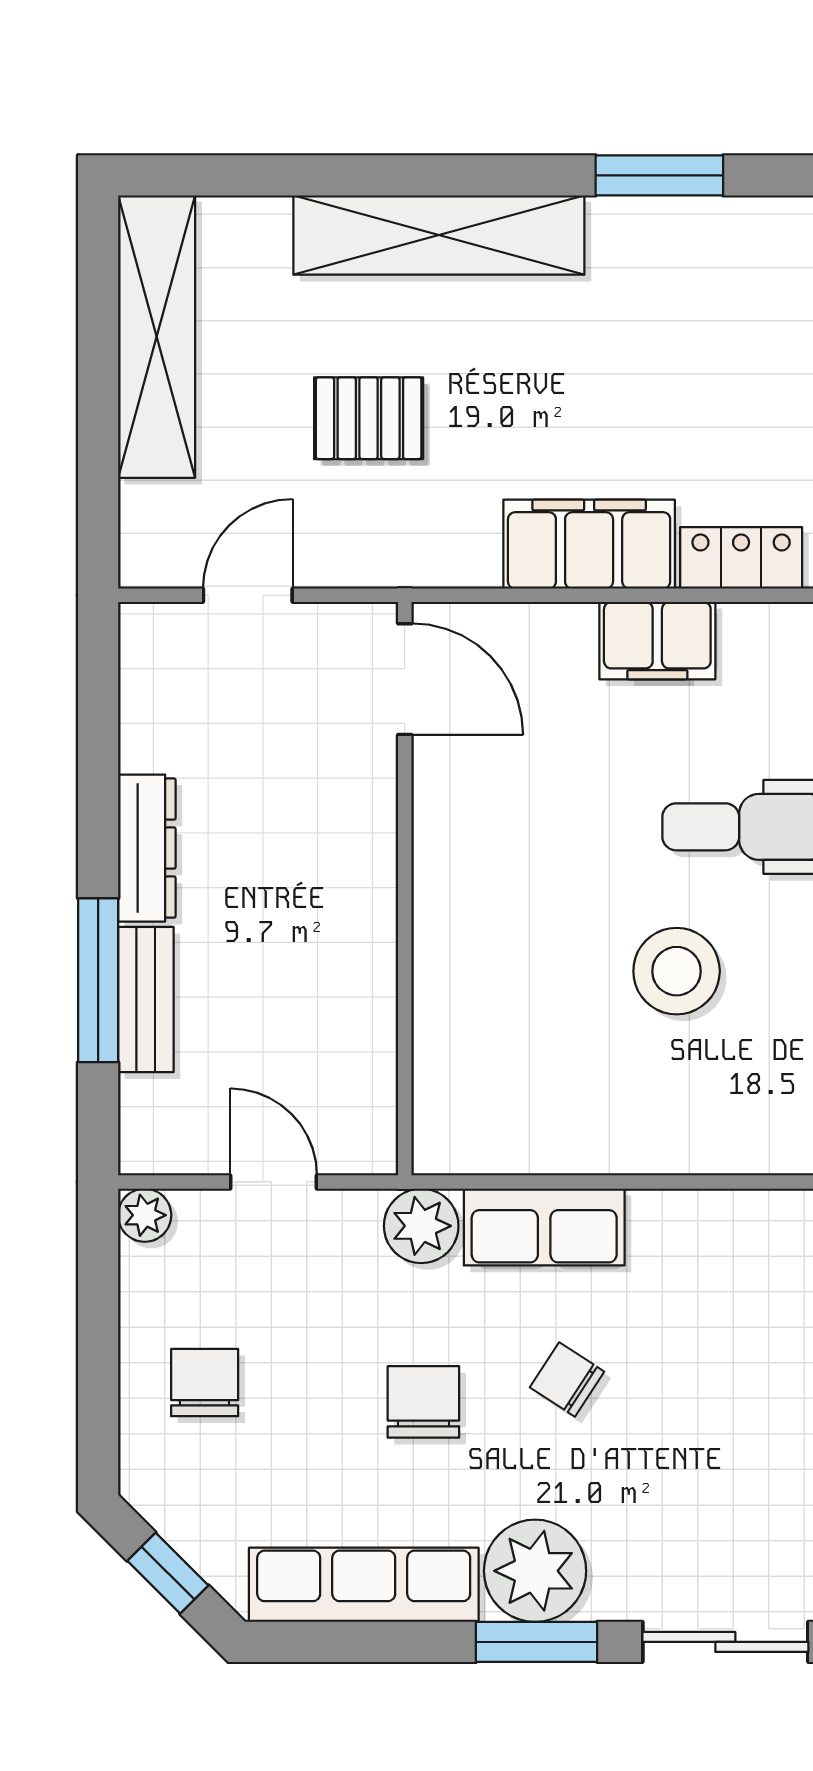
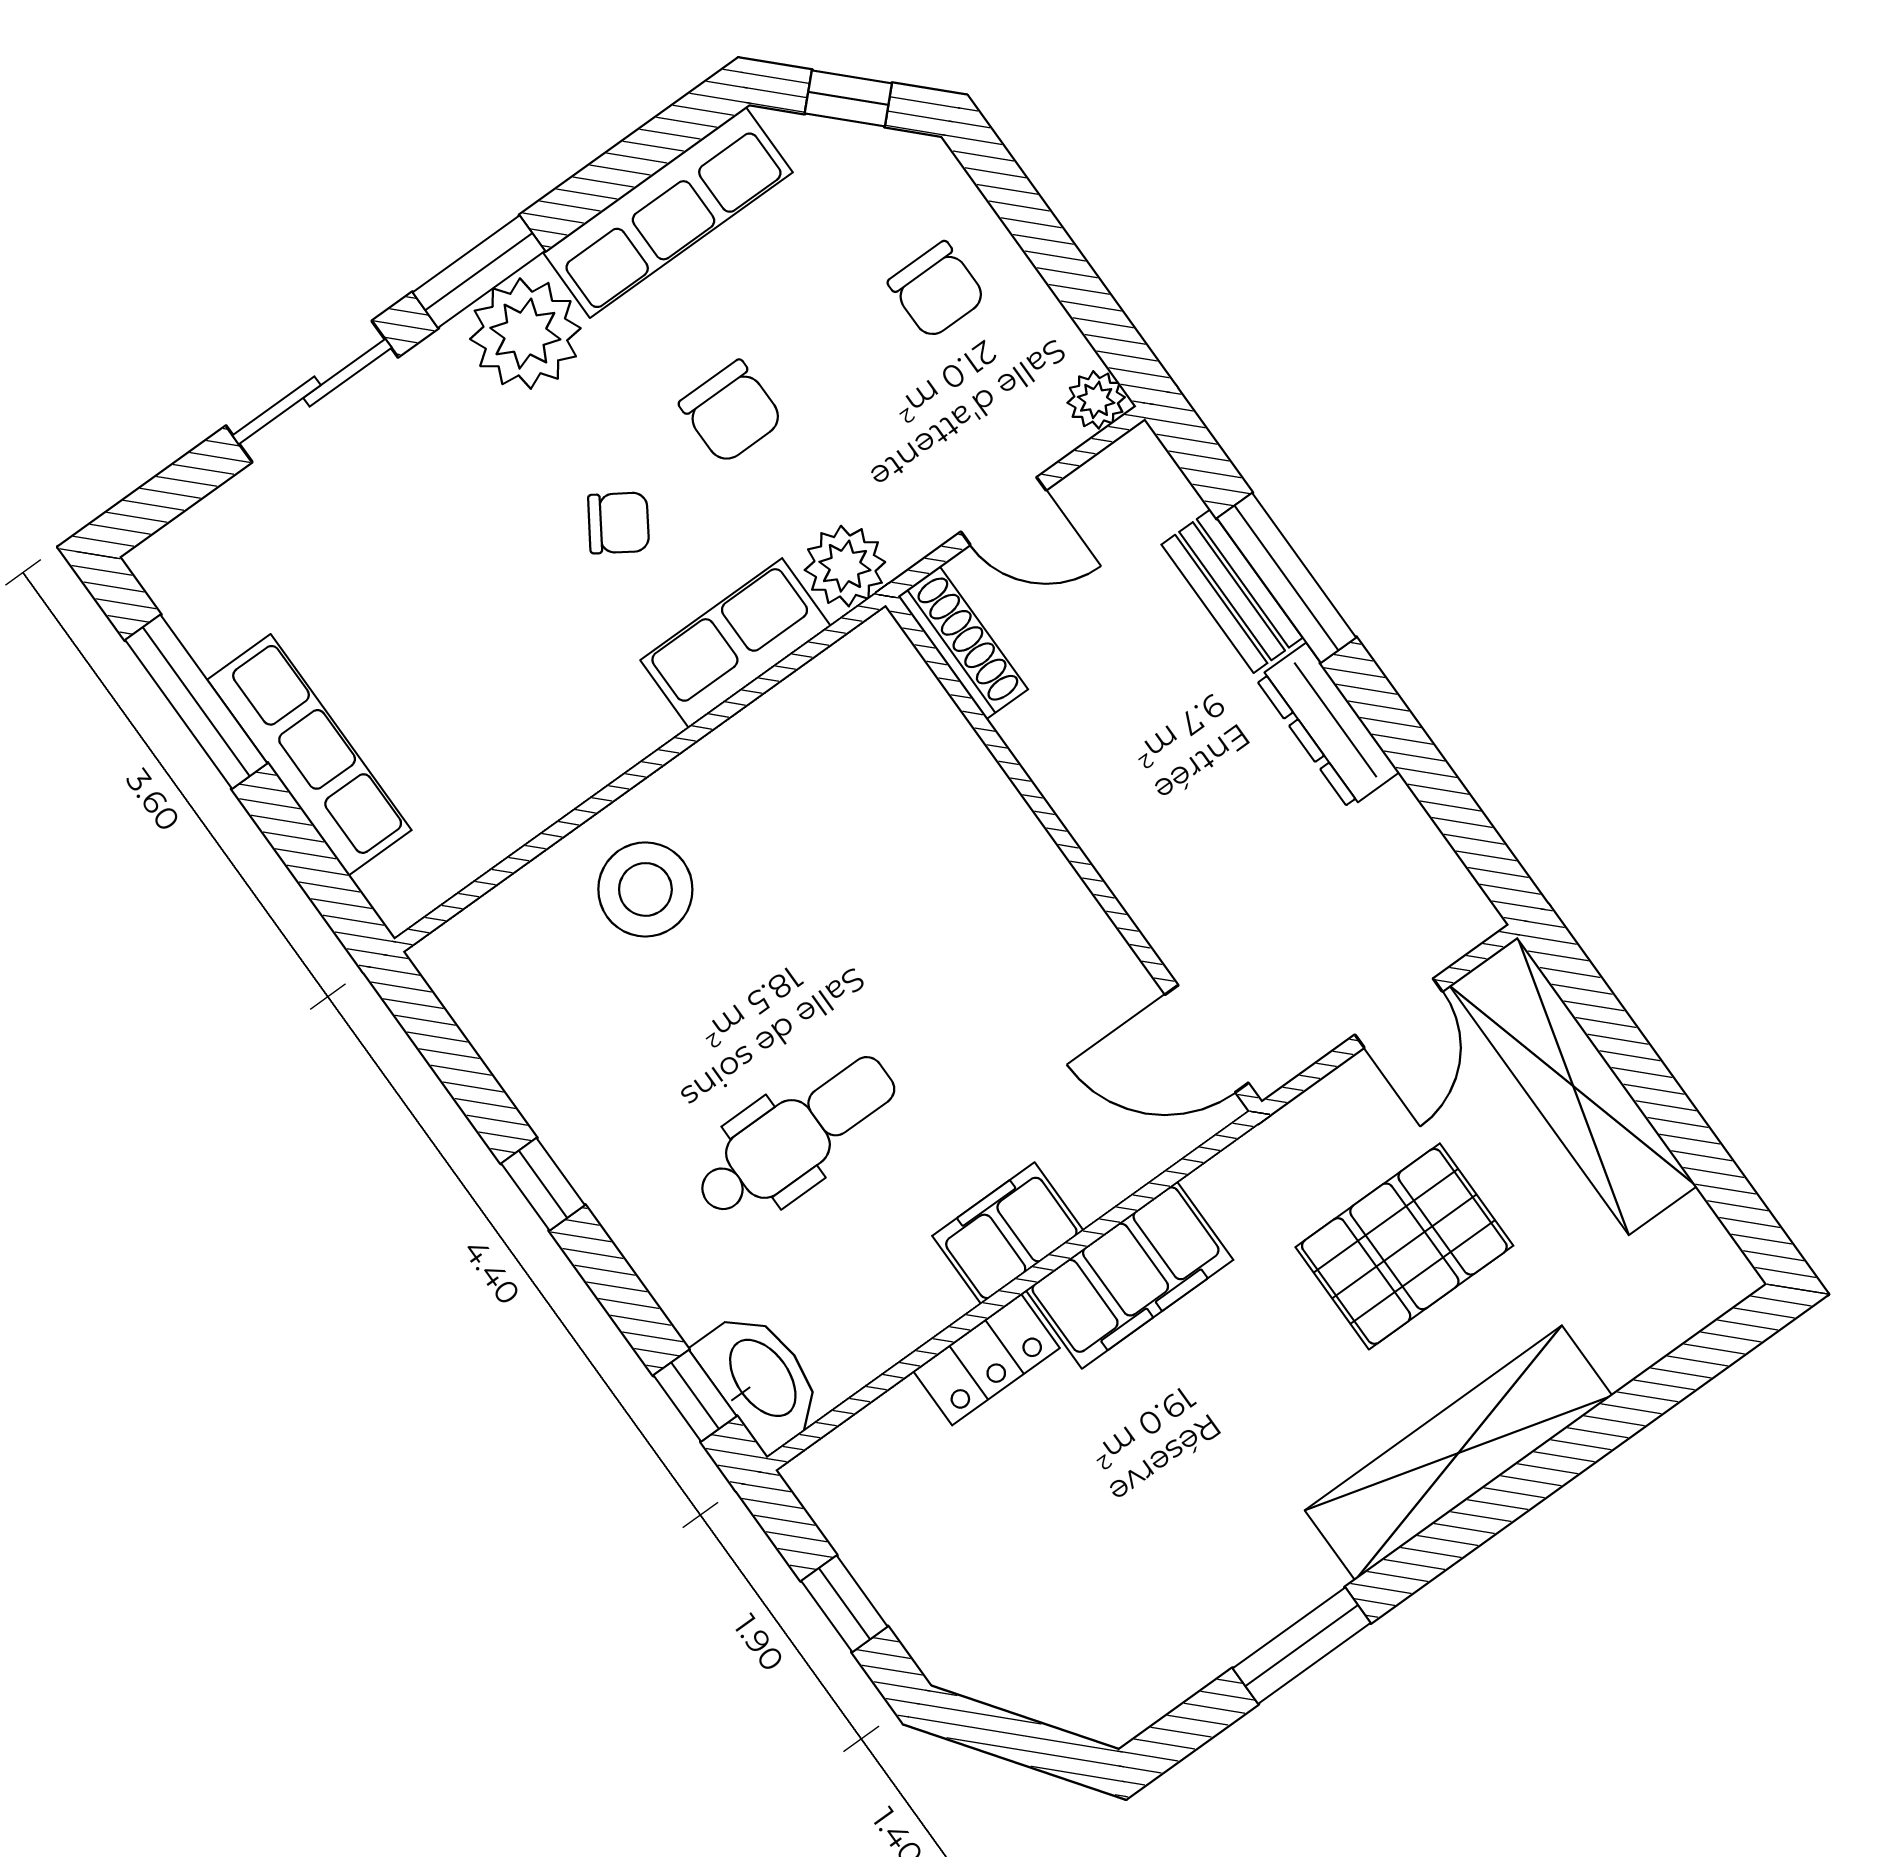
shelving: (157, 337) -> (1573, 1086), moved
pallet: (369, 418) -> (1404, 1246), width x1.50, depth x1.42
stool: (677, 971) -> (645, 889), moved
shoe rack: (374, 1105) -> (963, 643), added

